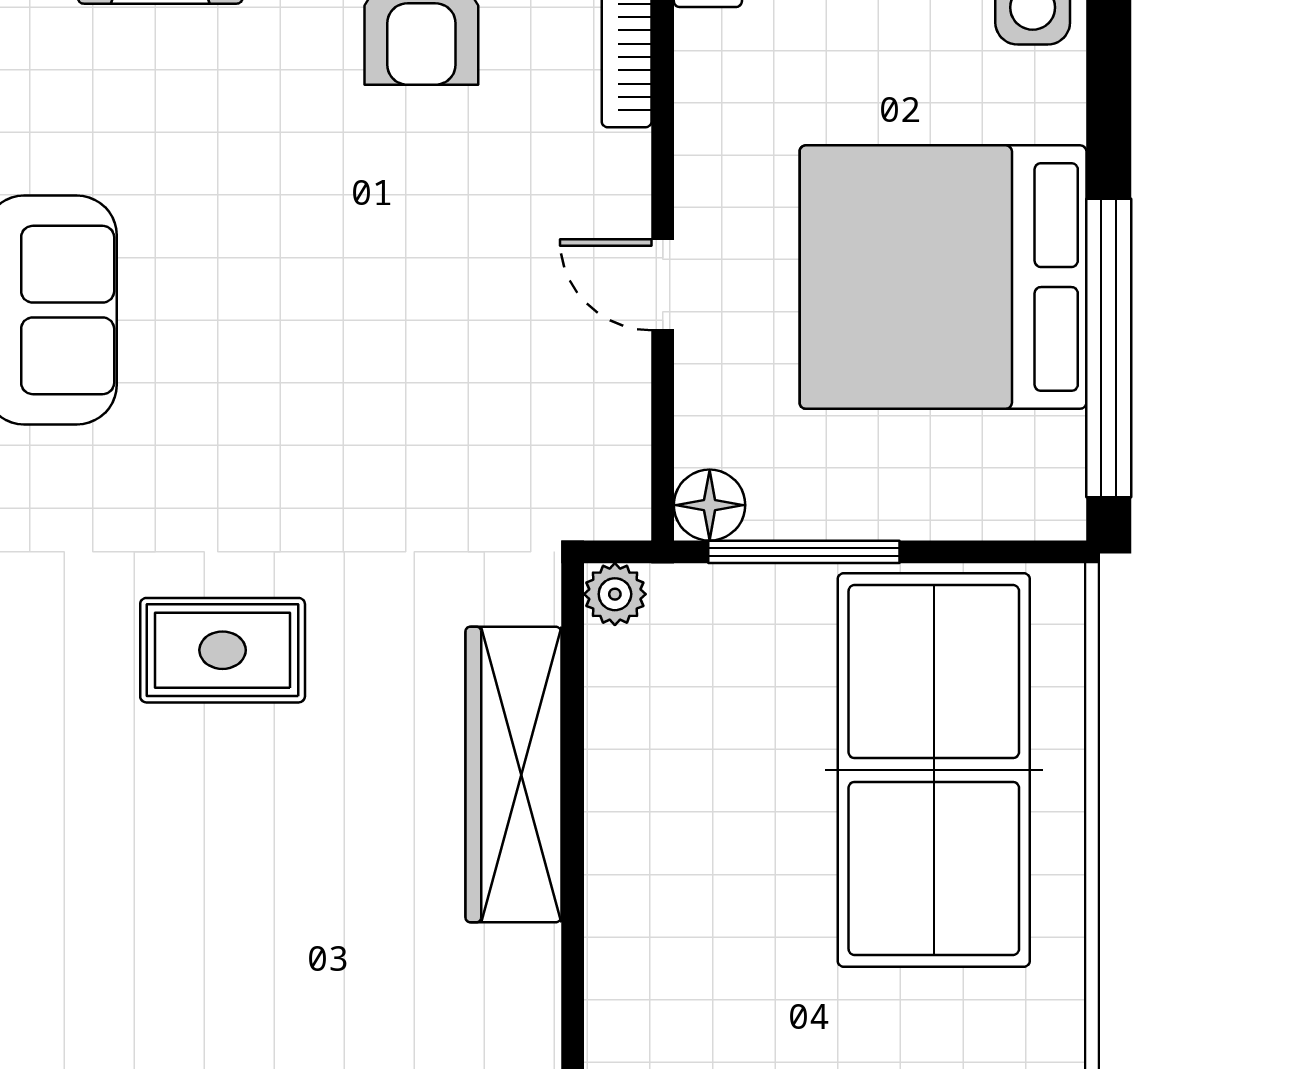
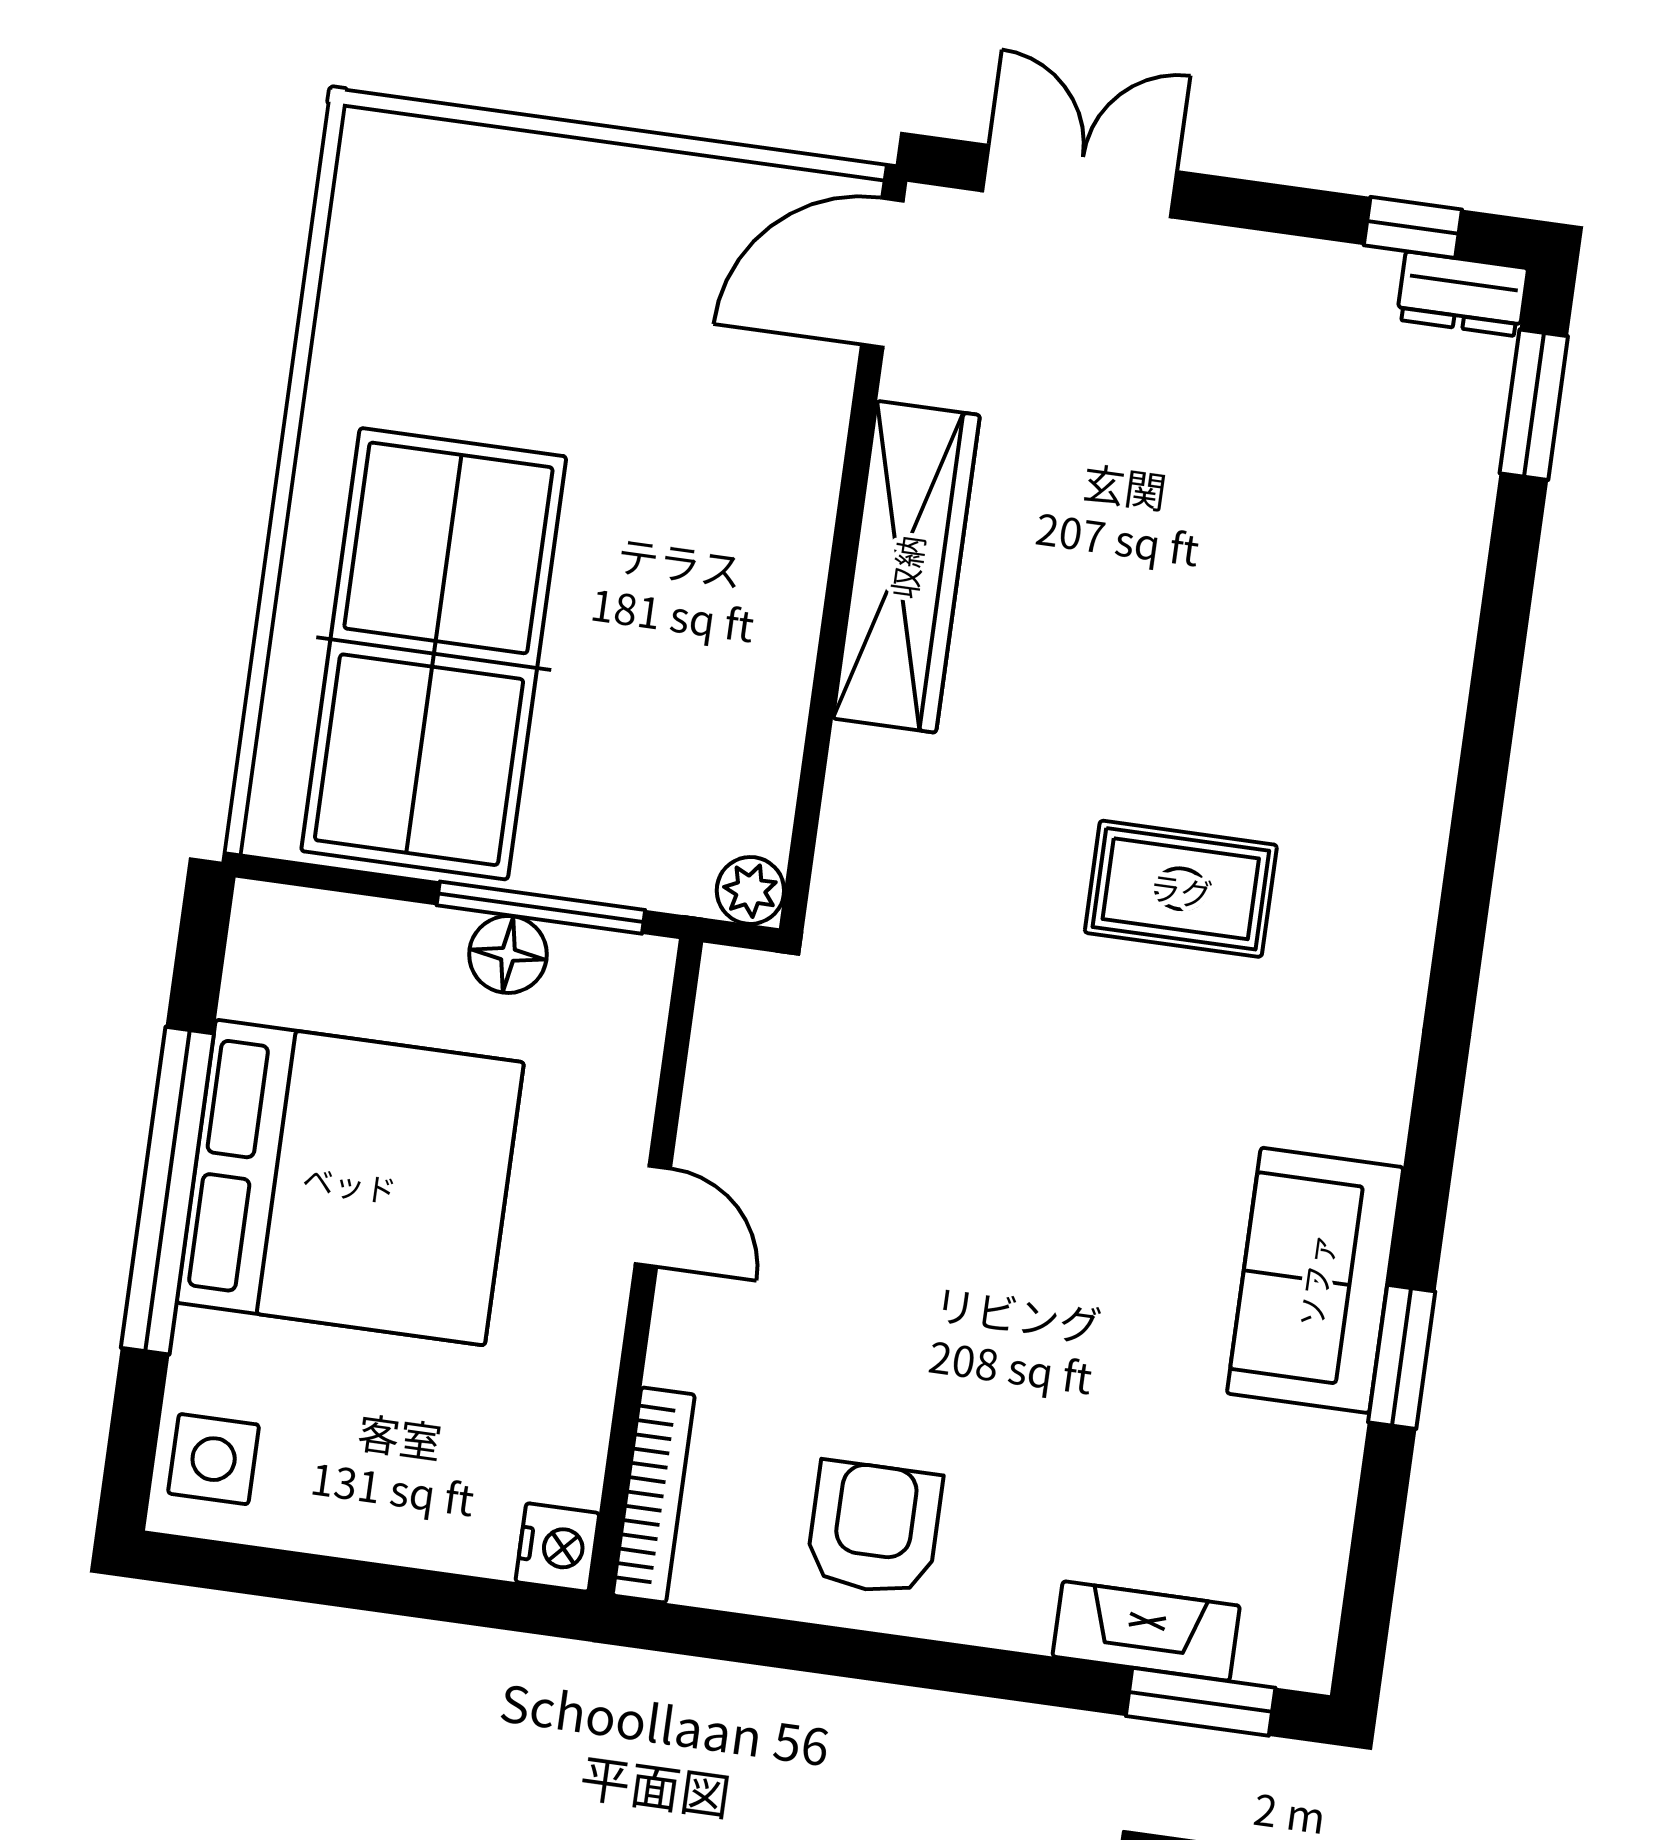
window: (1109, 348) -> (167, 1191), moved
floor lamp: (710, 505) -> (508, 954), moved
wardrobe: (514, 774) -> (906, 567), moved

